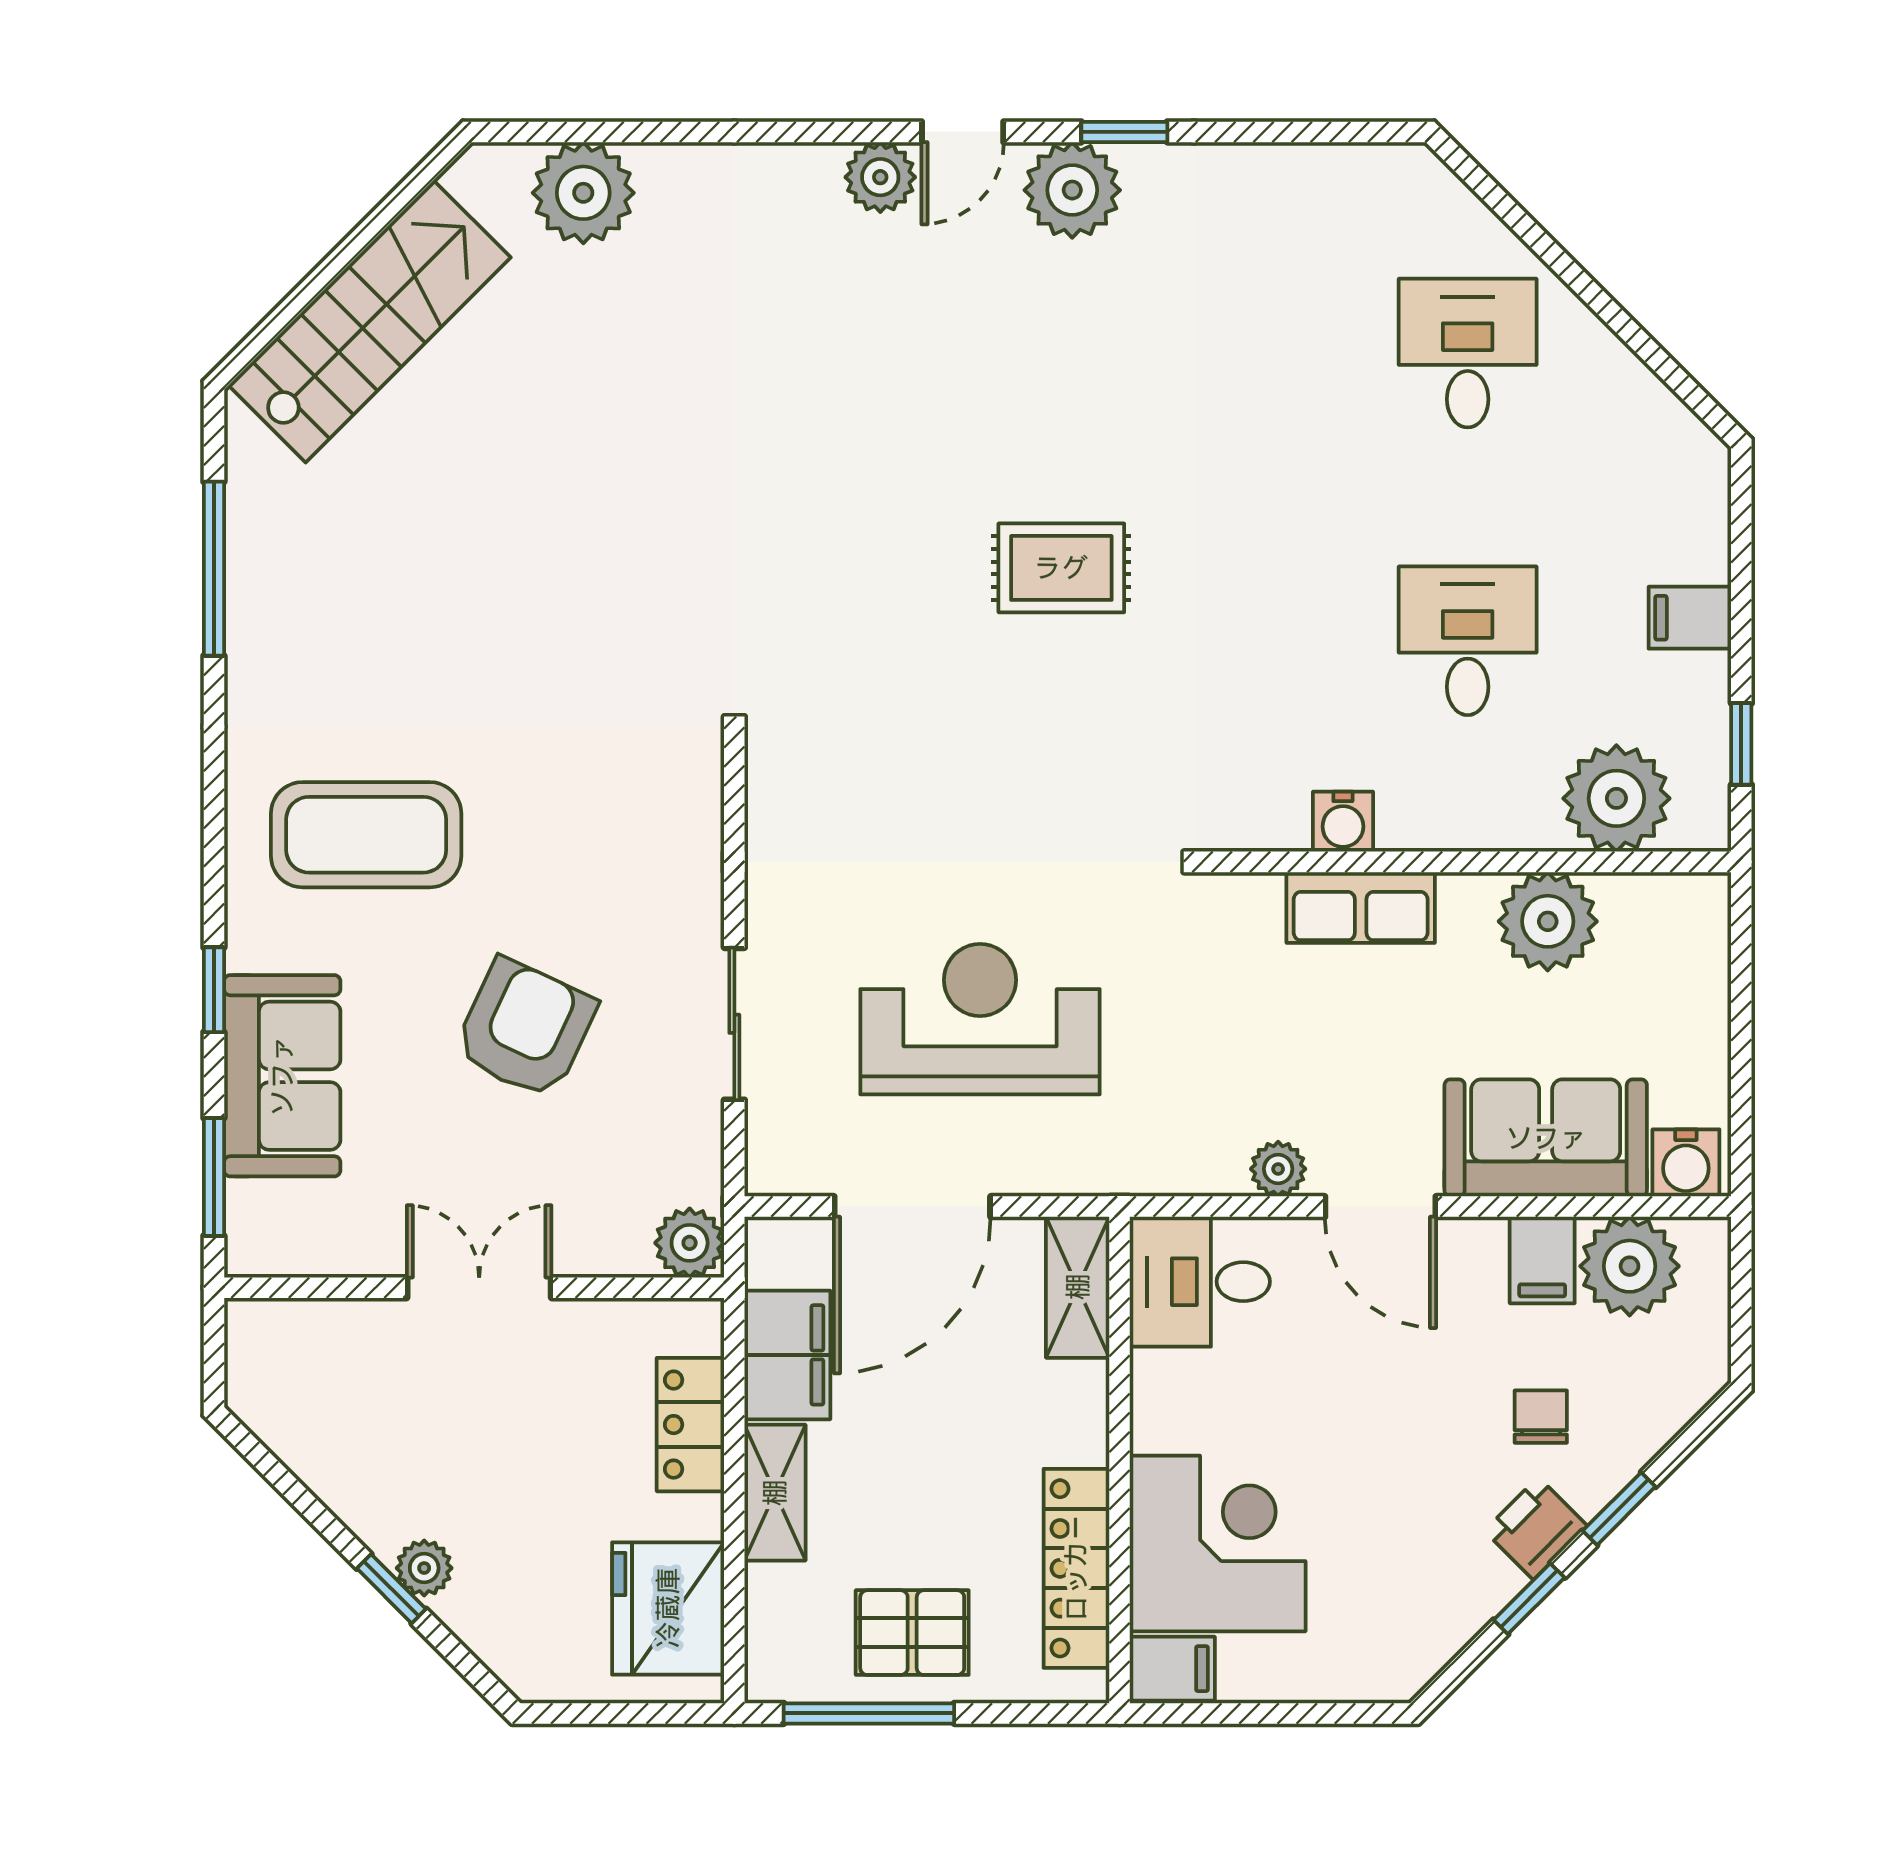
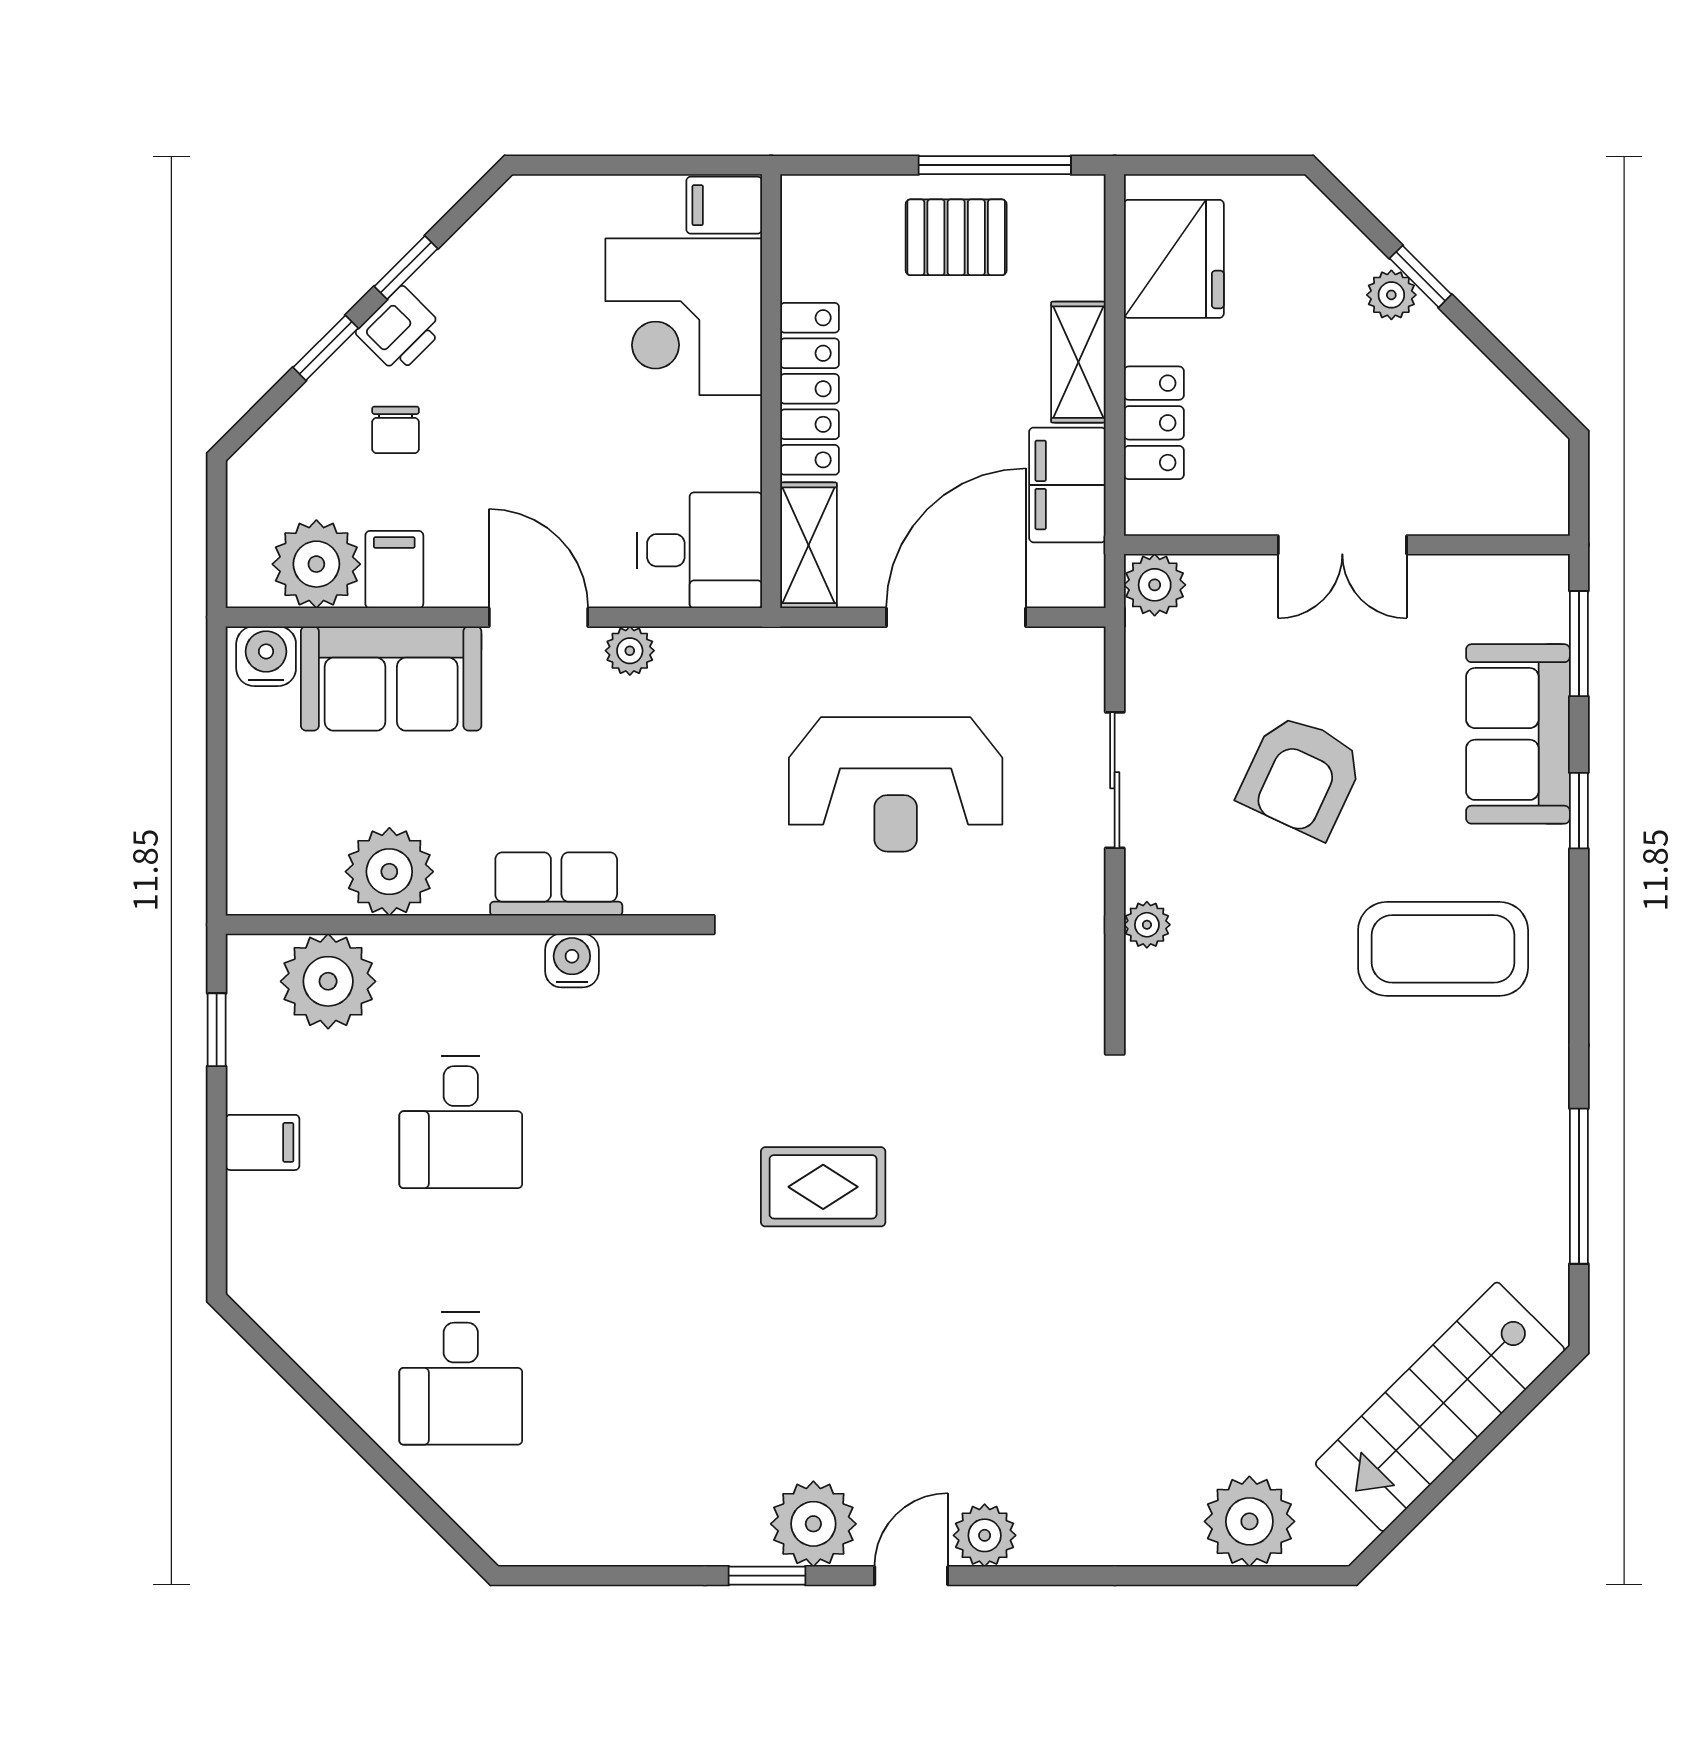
plant: (698, 862) -> (1147, 925), added
locker: (1076, 1568) -> (810, 389), moved

